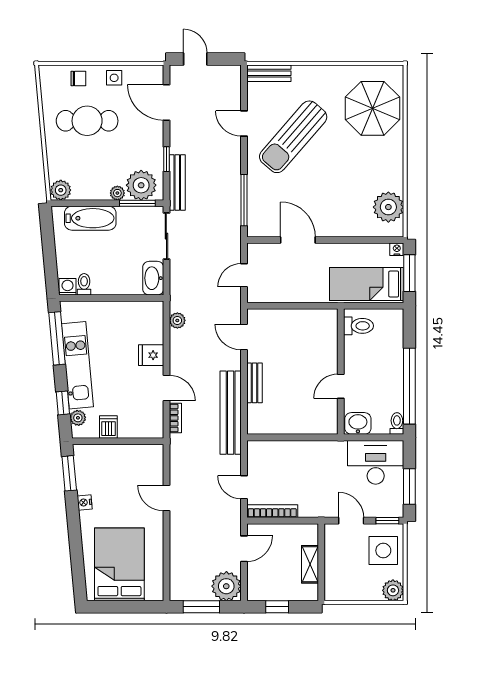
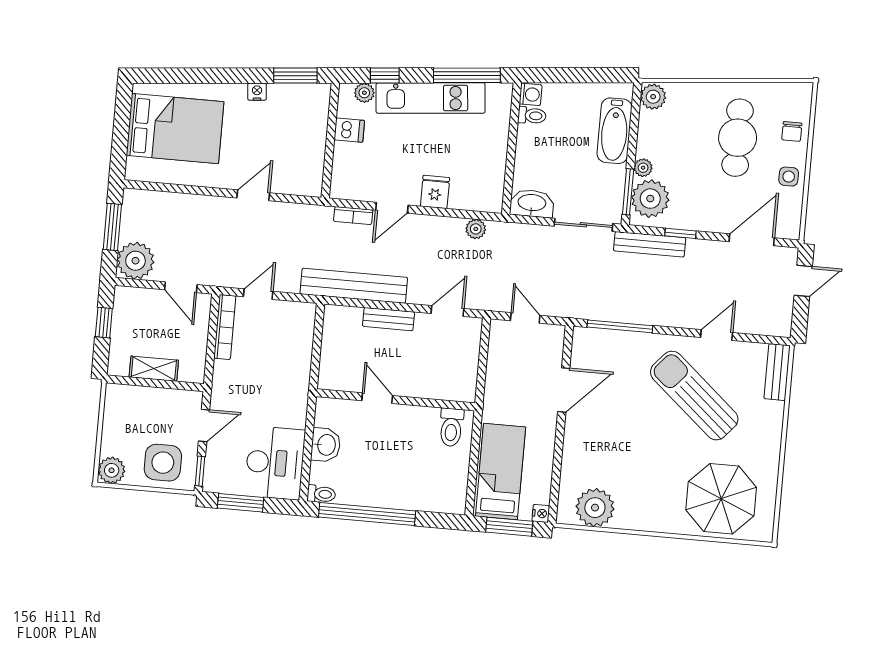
toilet: (358, 326) -> (451, 427), moved
wall: (341, 372) -> (396, 400), moved
door: (341, 386) -> (377, 398), moved

